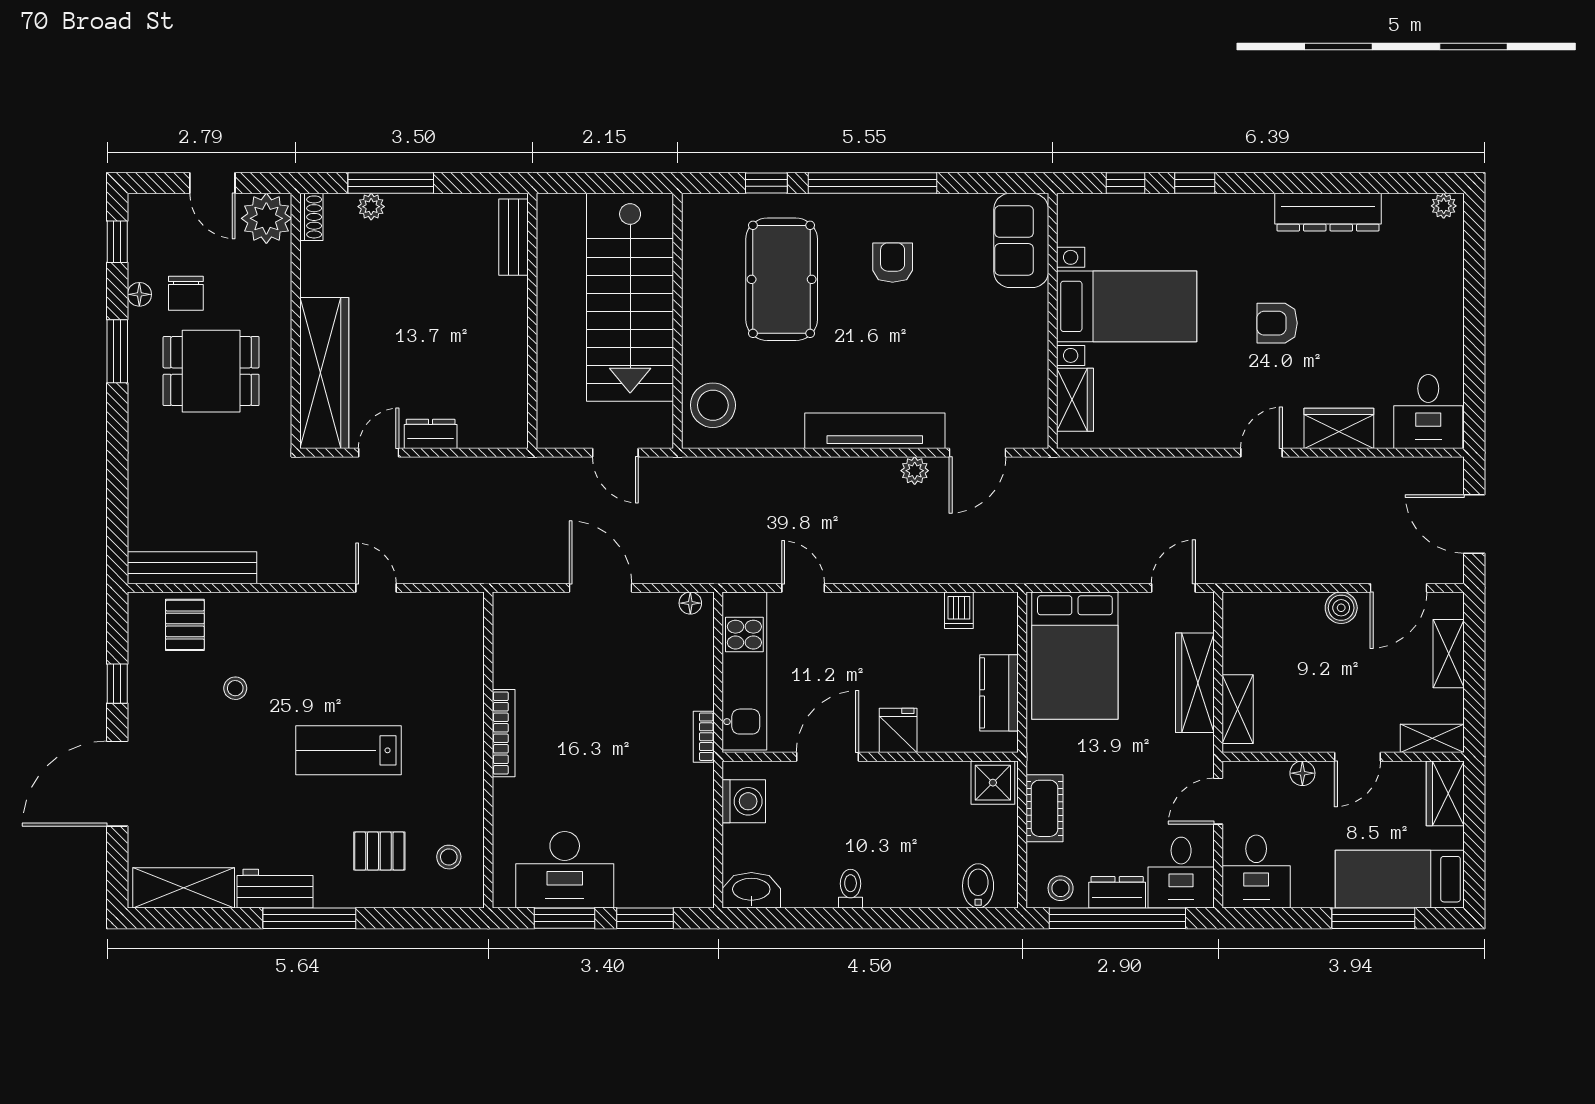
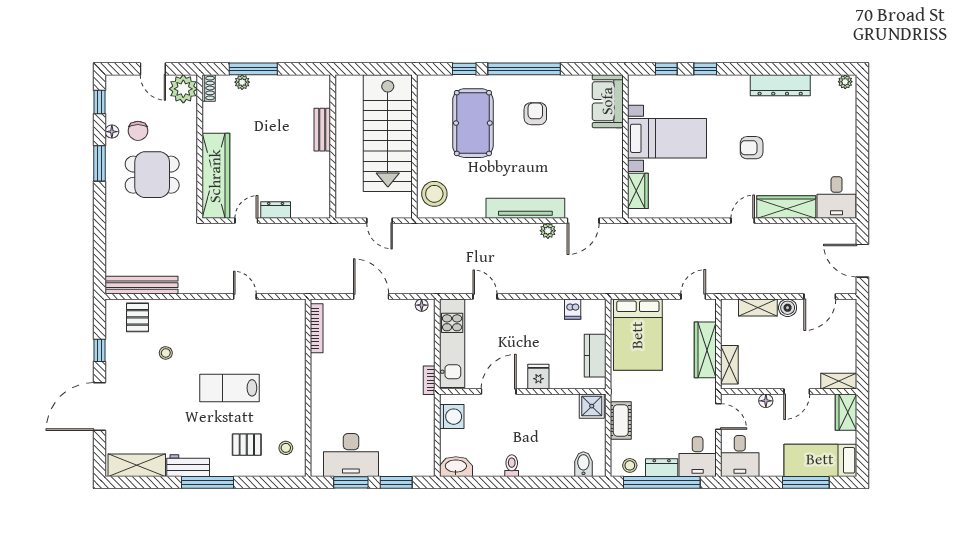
bench: (514, 237) -> (322, 130), moved
wardrobe: (1339, 428) -> (786, 207), width x1.50
shelving: (1449, 654) -> (758, 307), moved, turned 90
bookcase: (504, 733) -> (317, 328), moved
door: (1218, 801) -> (718, 417), swing flipped

